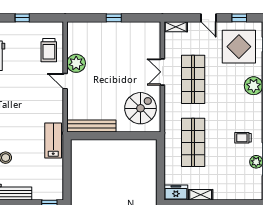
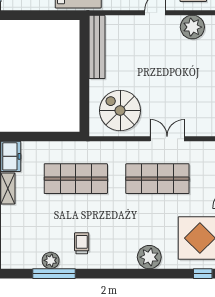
plant: (76, 63) -> (192, 27), moved
spiral stairs: (141, 108) -> (120, 111), turned 180

